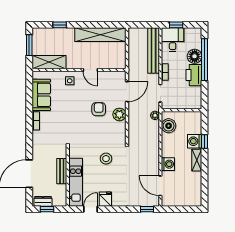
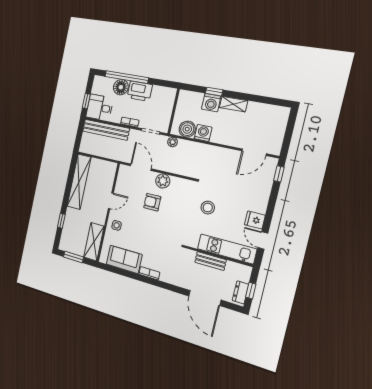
washing machine: (168, 164) -> (203, 133), moved

